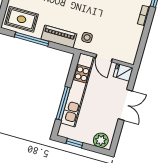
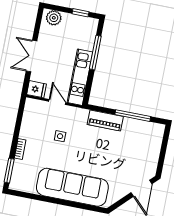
rug: (21, 19) -> (145, 135), removed
side table: (87, 37) -> (60, 136), moved
kitchen unit: (77, 90) -> (80, 77), width x0.73

